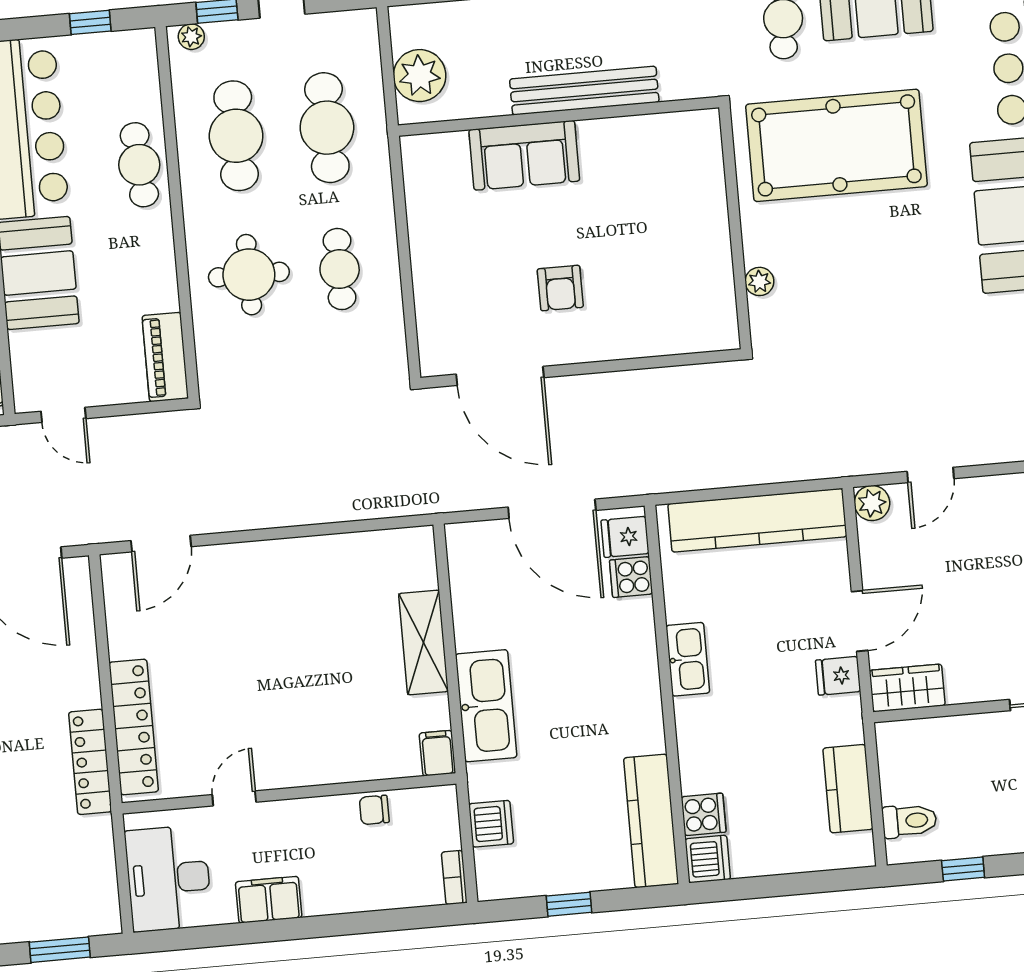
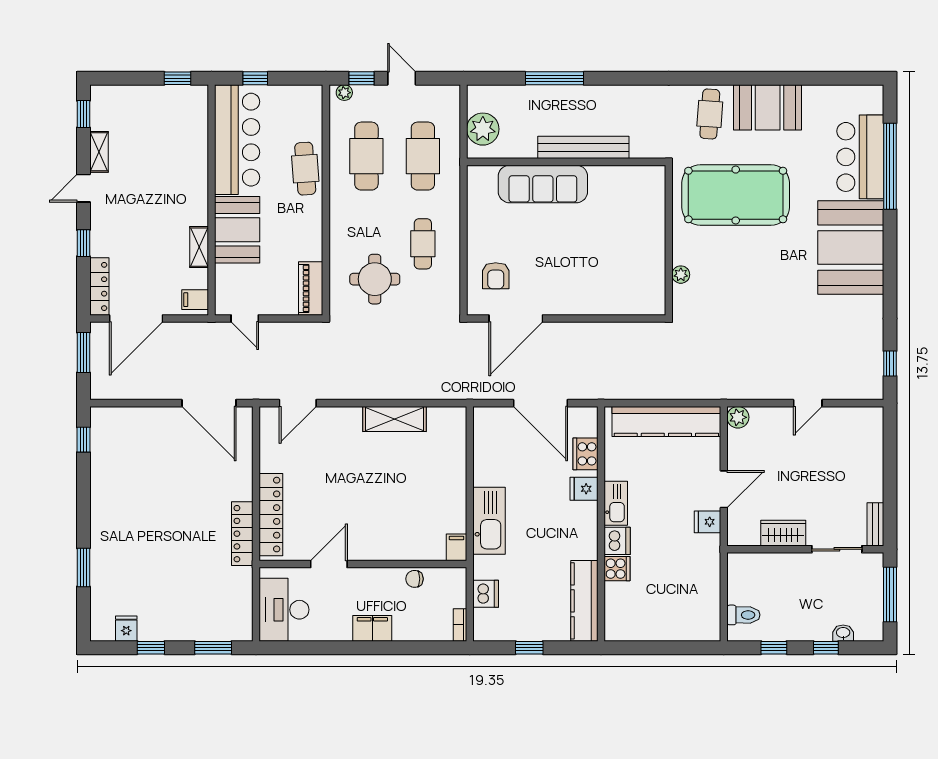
window: (90, 22) -> (255, 78), moved
sofa: (524, 155) -> (543, 184), width x1.36
round table: (249, 275) -> (375, 279), moved
armchair: (560, 288) -> (496, 276), moved
door: (500, 376) -> (516, 319), hinge flipped
door: (930, 475) -> (808, 403), moved
fridge: (625, 537) -> (584, 489), moved
cooker: (631, 577) -> (585, 454), width x1.36
shelving: (423, 642) -> (395, 419), moved, turned 90
wardrobe: (907, 688) -> (783, 533), moved
kitchen counter: (848, 789) -> (707, 592), removed
door: (234, 798) -> (329, 564), width x1.38
cooker: (704, 814) -> (617, 569), moved
dishwasher: (708, 859) -> (617, 541), moved
filing cabinet: (269, 900) -> (372, 628), moved

